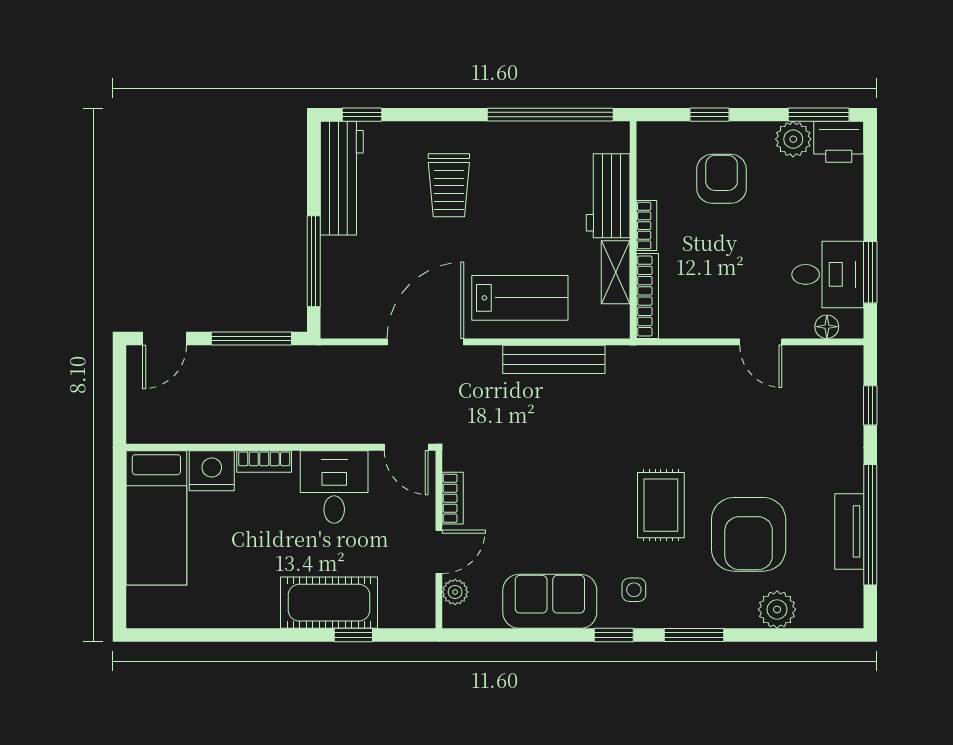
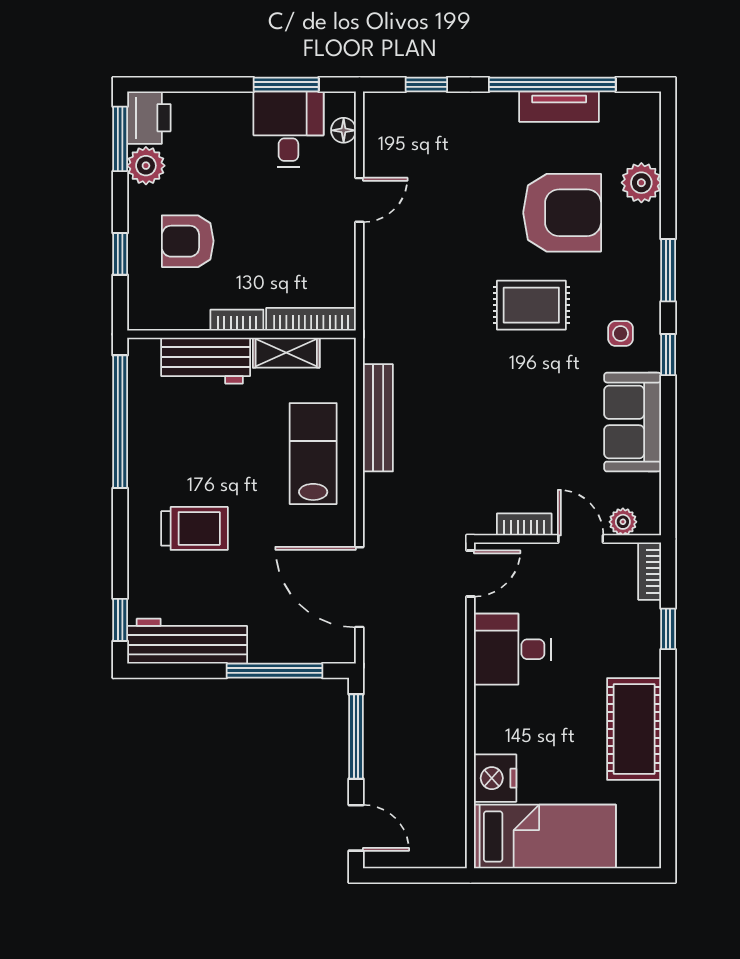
door: (425, 342) -> (359, 587), moved
bookcase: (264, 461) -> (650, 571), moved, turned 180
cot: (329, 603) -> (634, 729), moved

